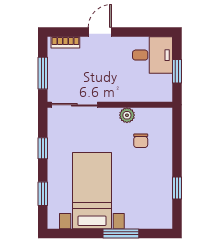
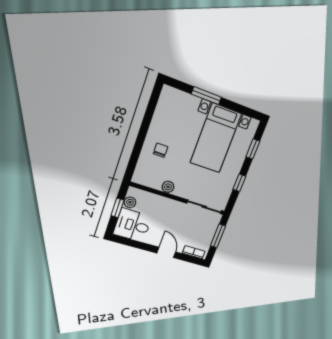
door: (100, 32) -> (166, 252), swing flipped
plant: (165, 82) -> (130, 202), added
chair: (141, 141) -> (161, 150), moved
window: (177, 188) -> (148, 116), removed

